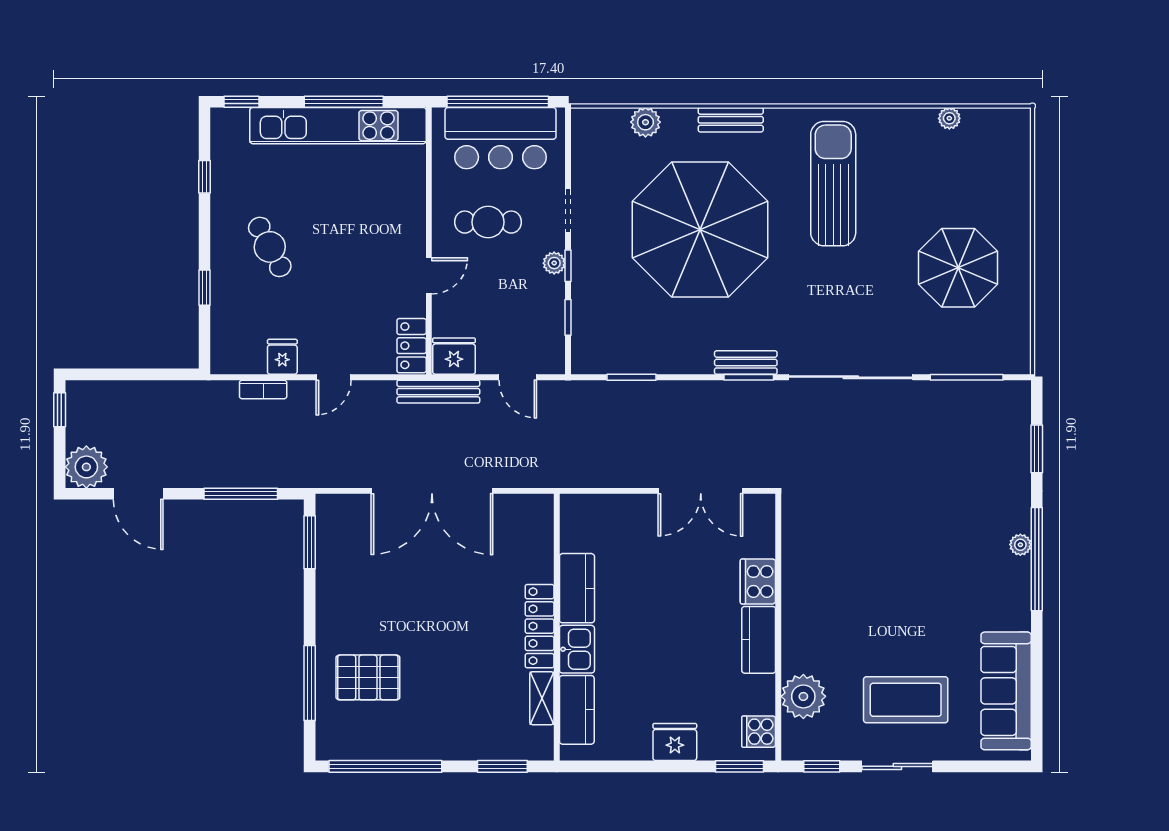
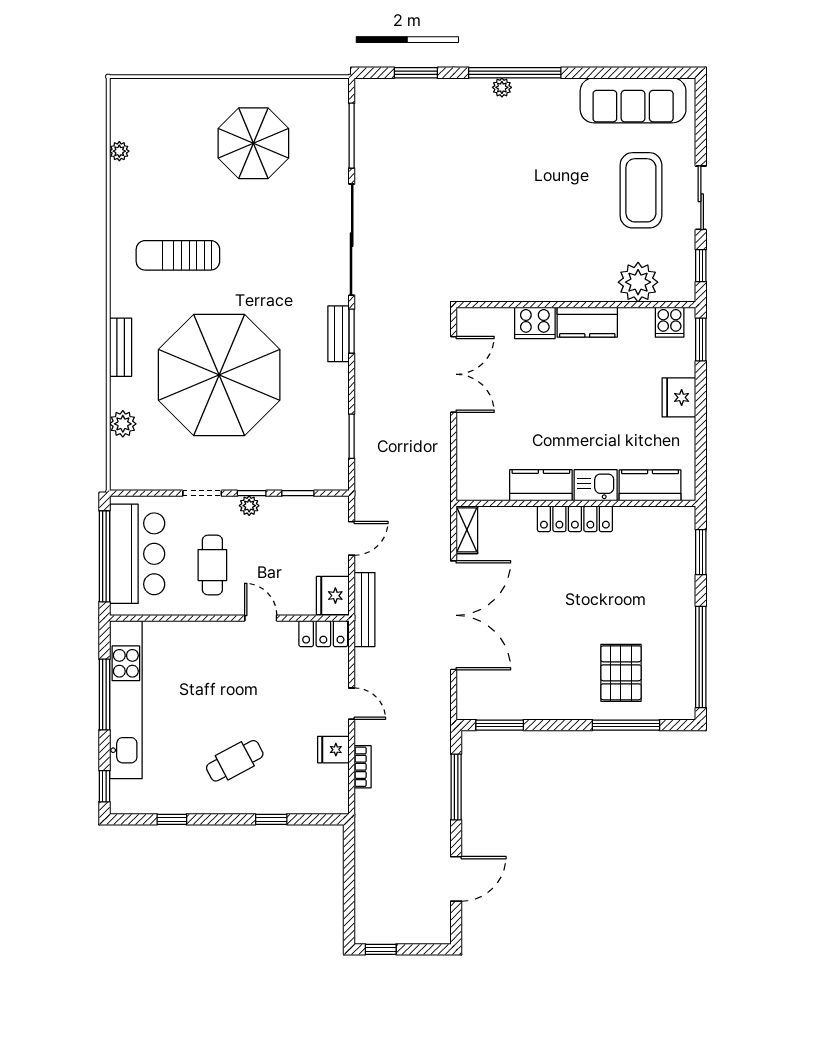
sun lounger: (833, 184) -> (178, 255), width x0.73, depth x0.75
plant: (86, 467) -> (432, 925), removed
shelving: (542, 698) -> (467, 530), moved, turned 90

